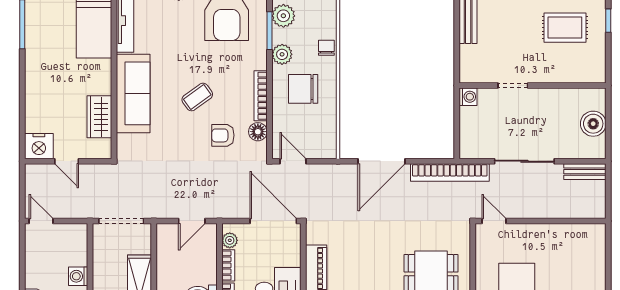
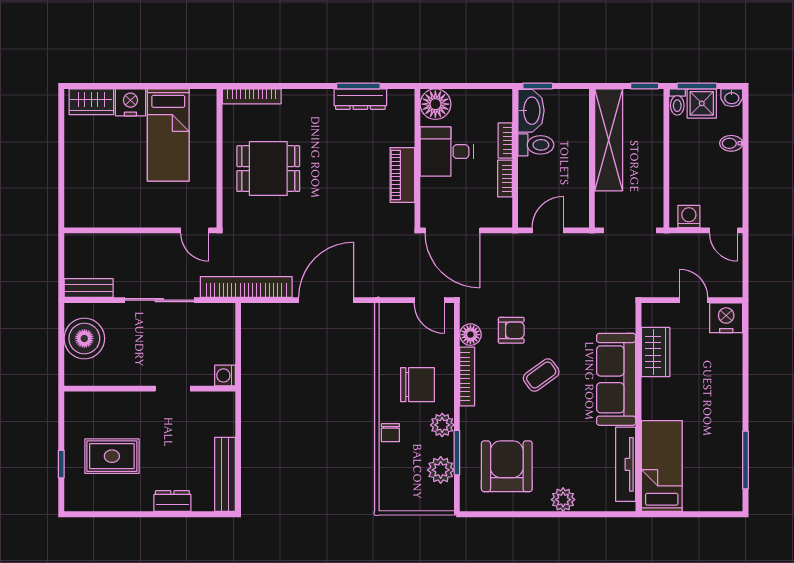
boiler: (593, 124) -> (84, 338), width x1.37, depth x1.37
plant: (230, 240) -> (503, 208), removed
washing machine: (78, 276) -> (689, 217), moved, turned -90

